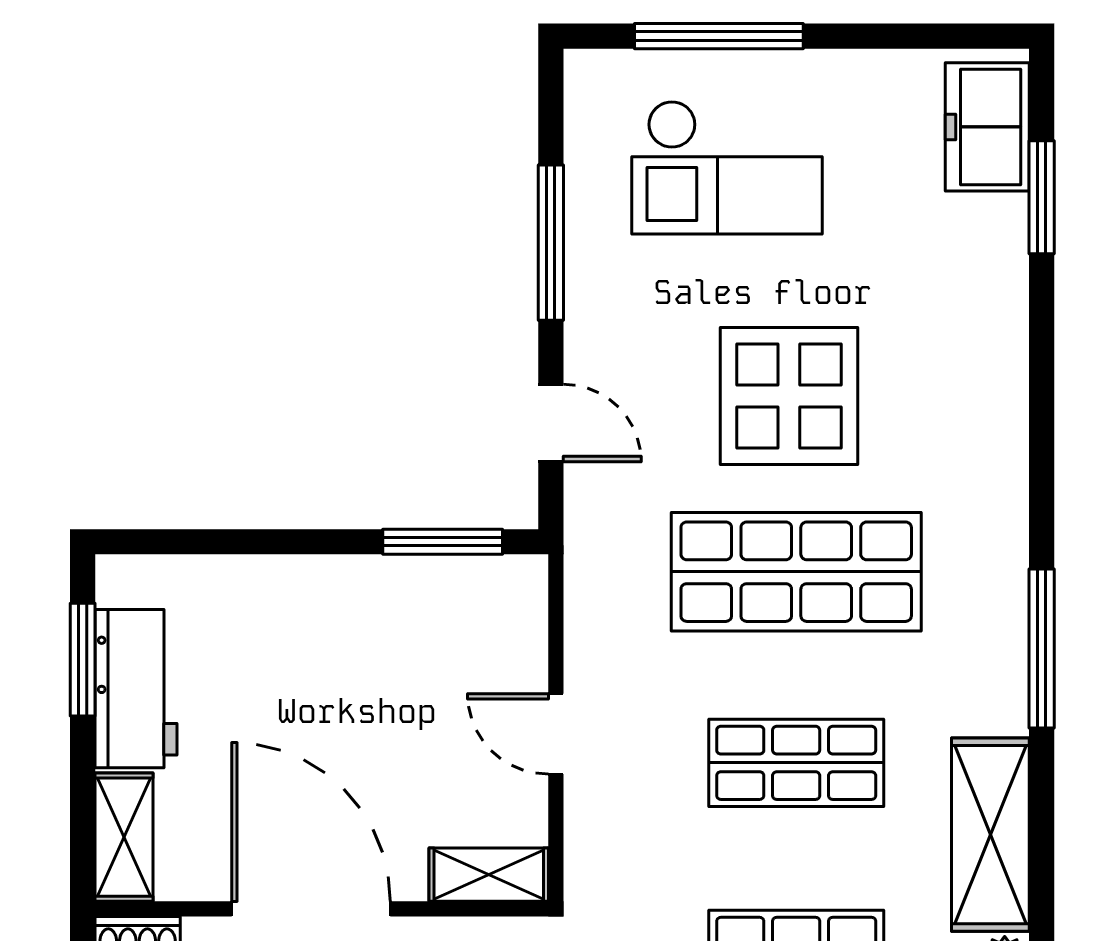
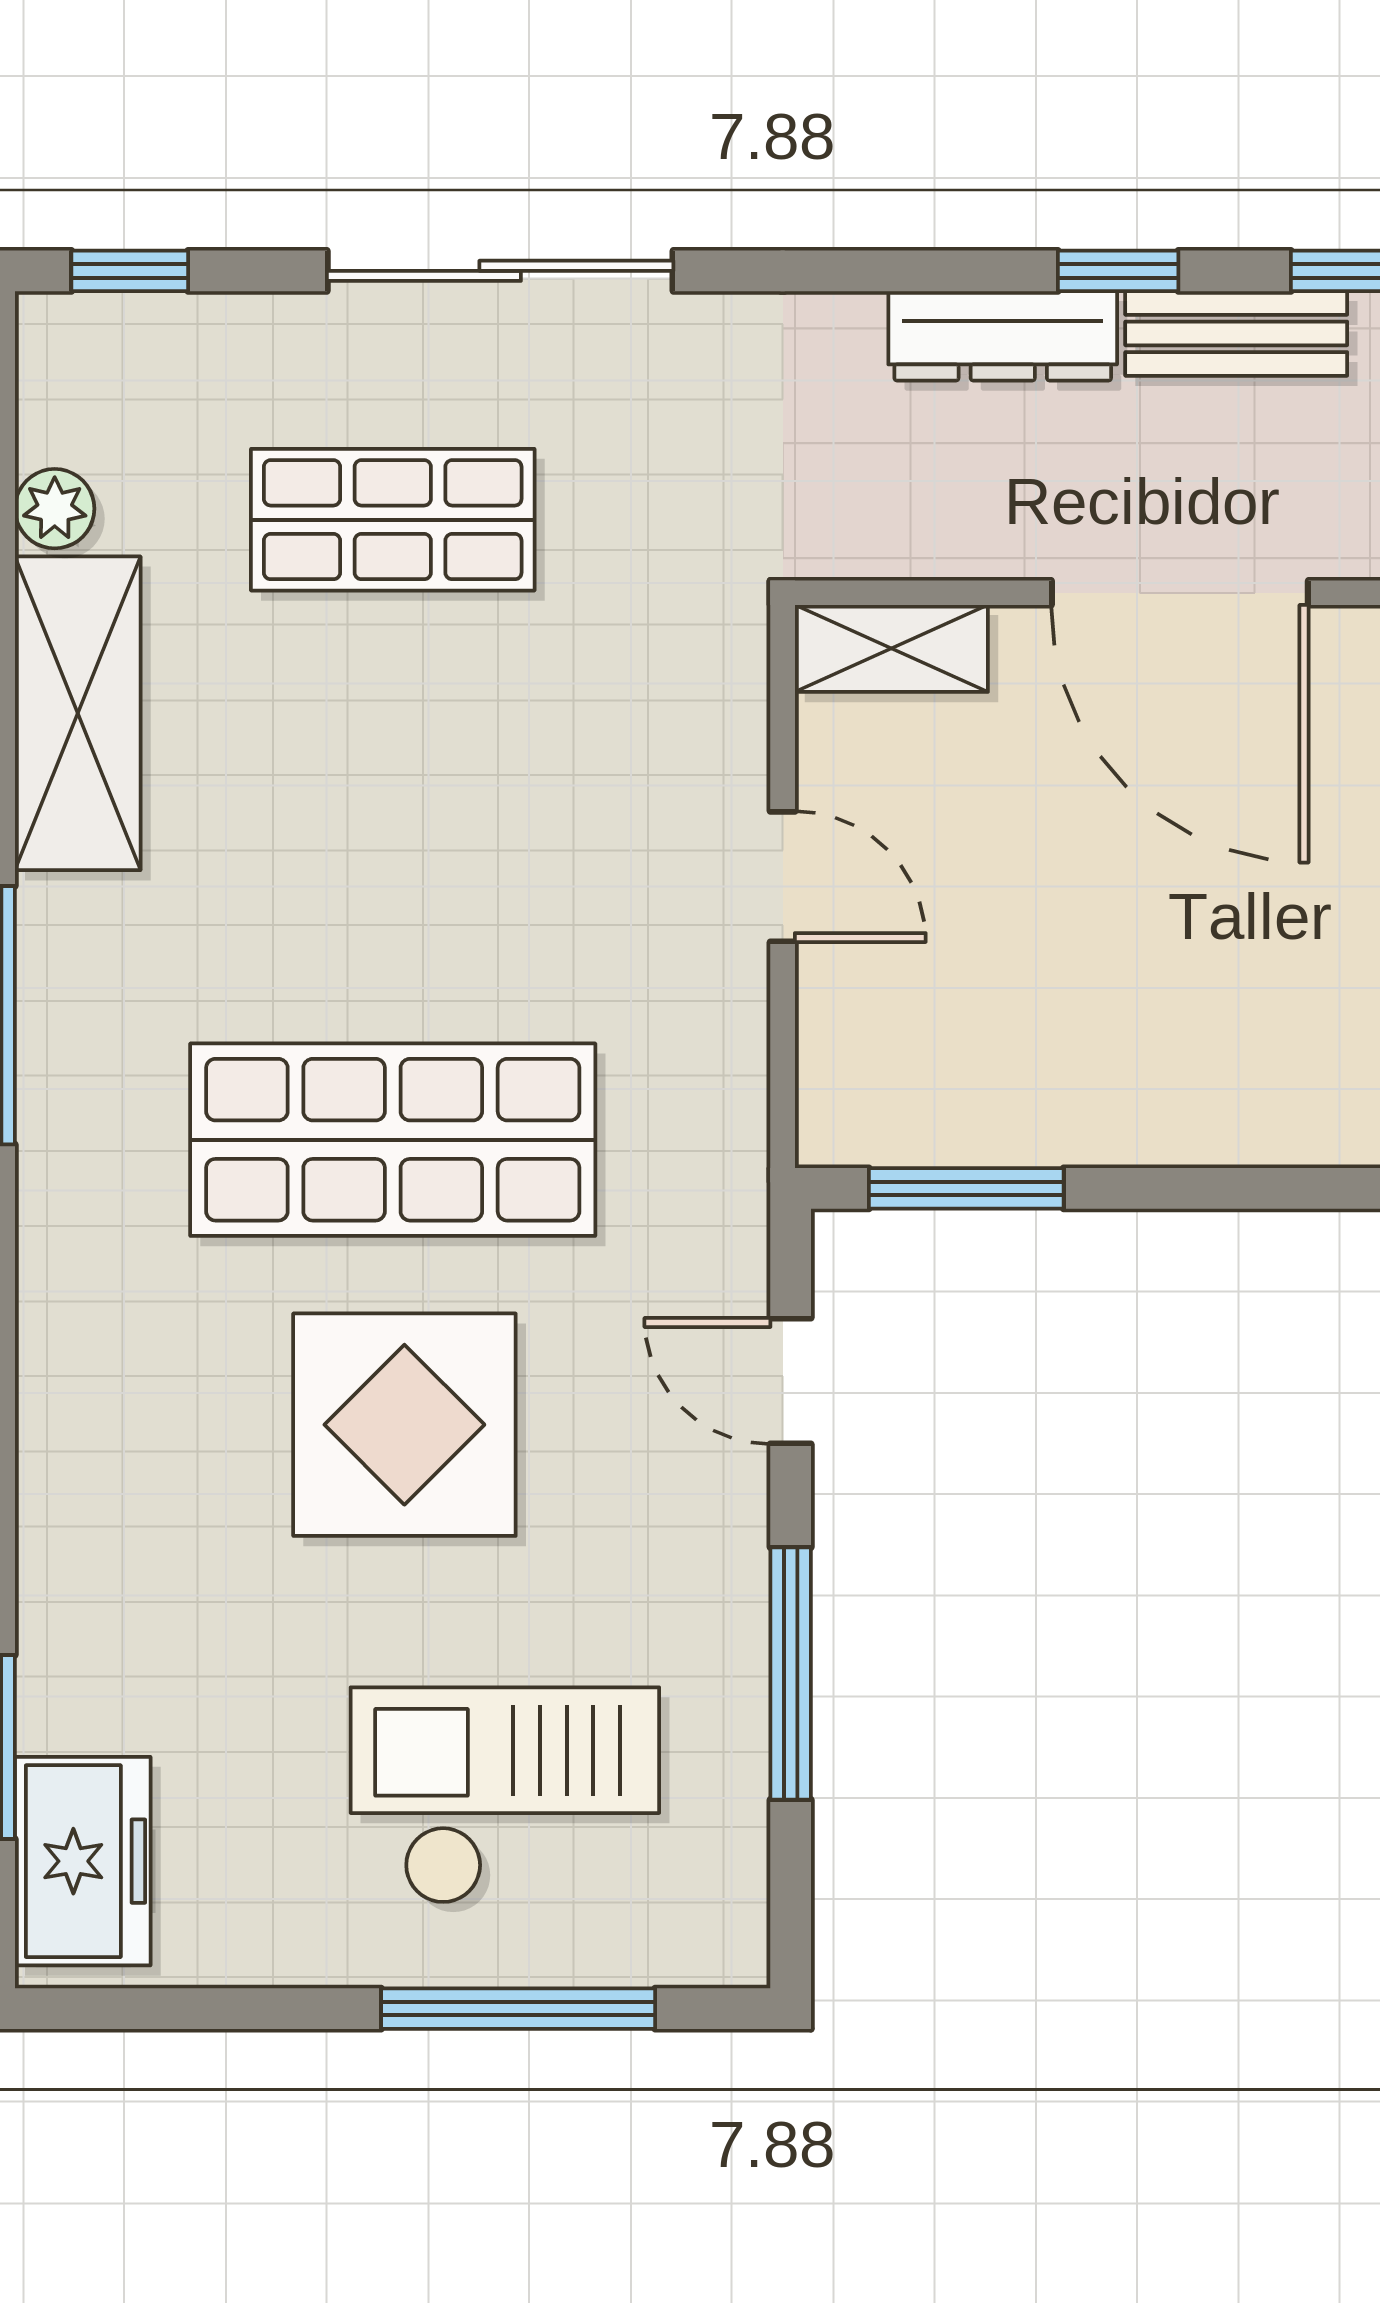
shop shelf: (796, 763) -> (393, 830), removed

